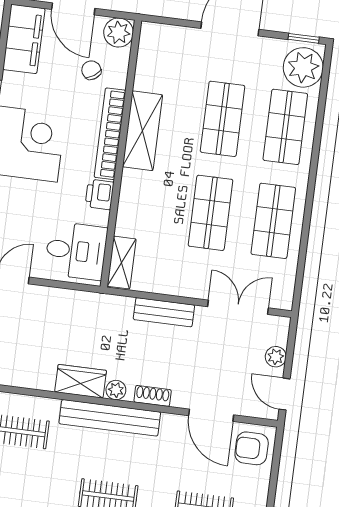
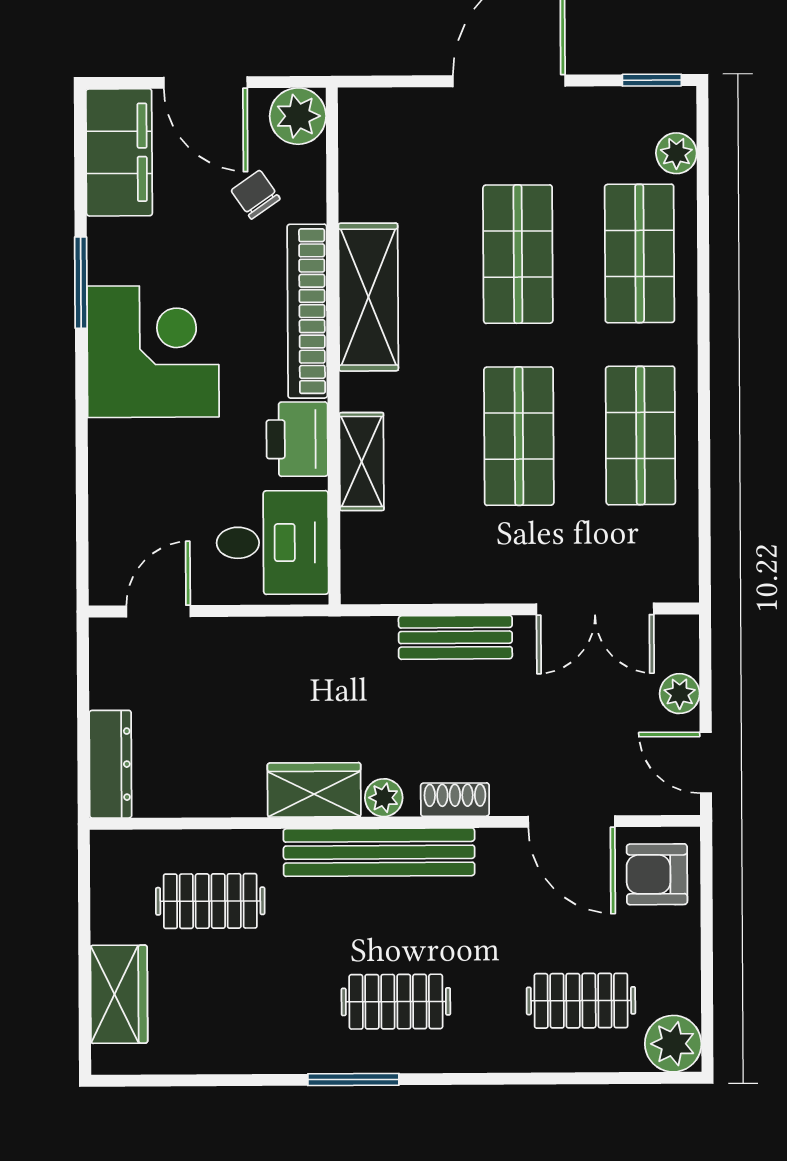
plant: (303, 67) -> (676, 153), width x0.53, depth x0.53
printer: (100, 194) -> (297, 439), width x1.36, depth x1.24
shelving: (122, 263) -> (362, 462), moved
double door: (238, 307) -> (595, 609), swing flipped

